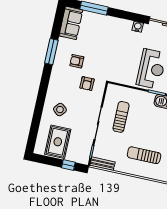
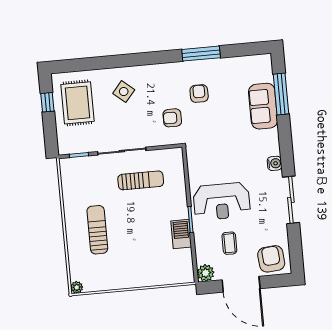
sofa: (71, 23) -> (263, 106), moved, turned 90
rug: (58, 142) -> (78, 103), turned 90
bench: (102, 164) -> (67, 175), removed
window: (68, 165) -> (47, 102), moved

